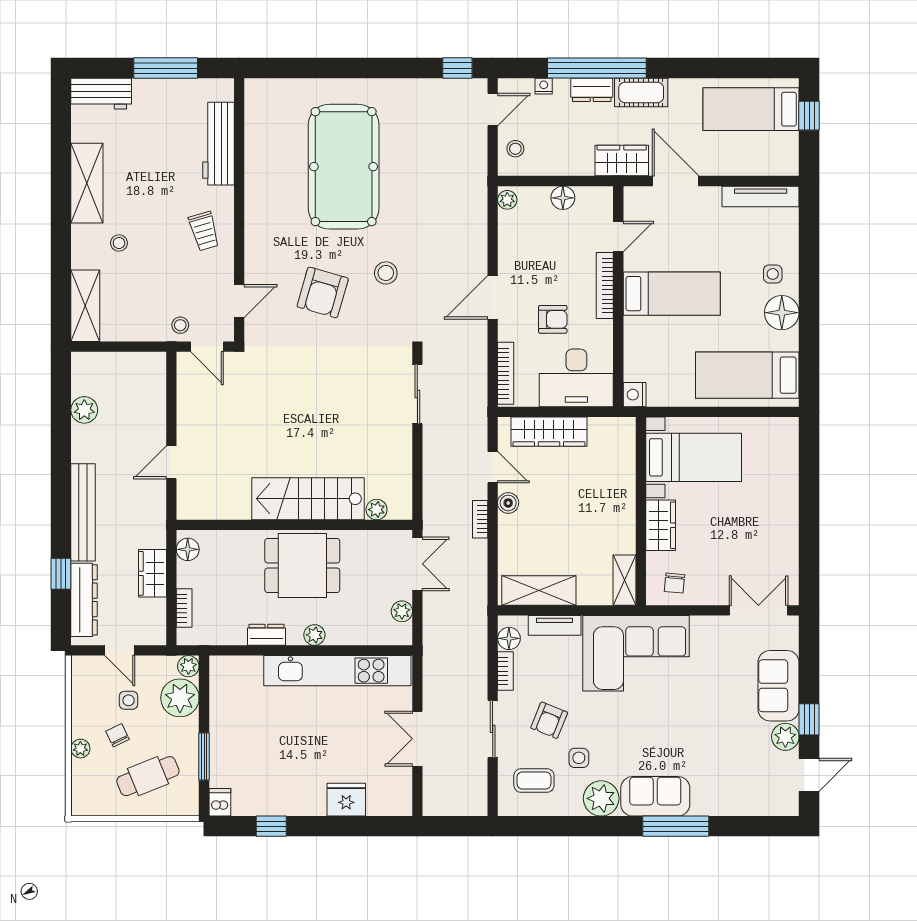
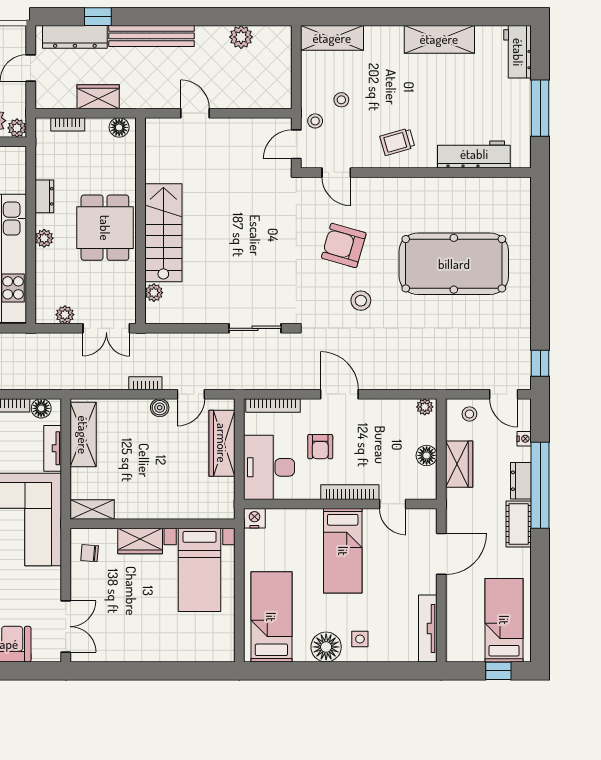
wardrobe: (622, 161) -> (459, 464), moved
stool: (119, 243) -> (341, 100), moved

